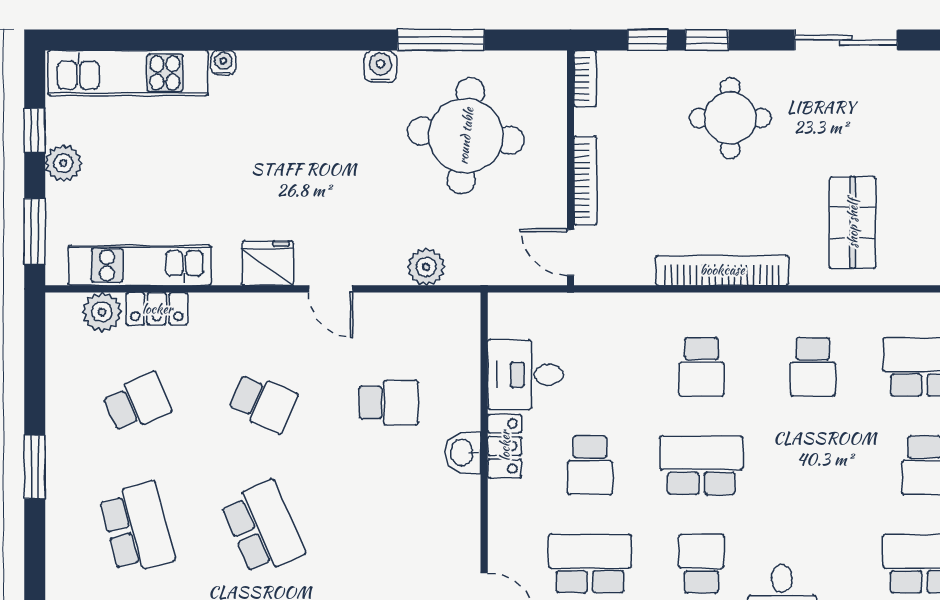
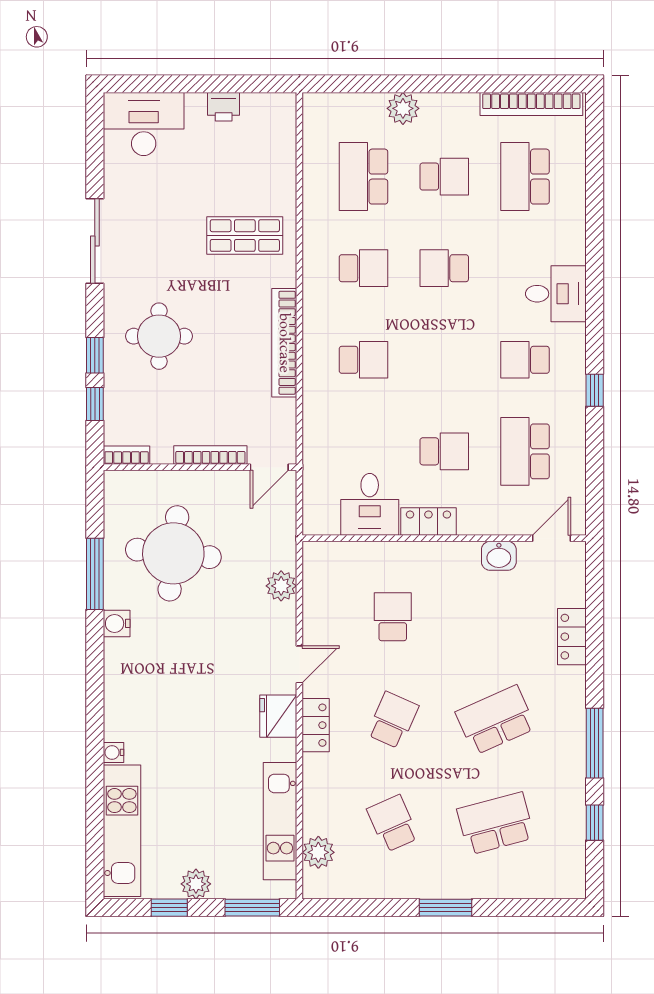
locker: (157, 309) -> (316, 725), moved
washbasin: (463, 453) -> (499, 556), moved
school desk: (701, 465) -> (444, 268), moved, width x0.54

